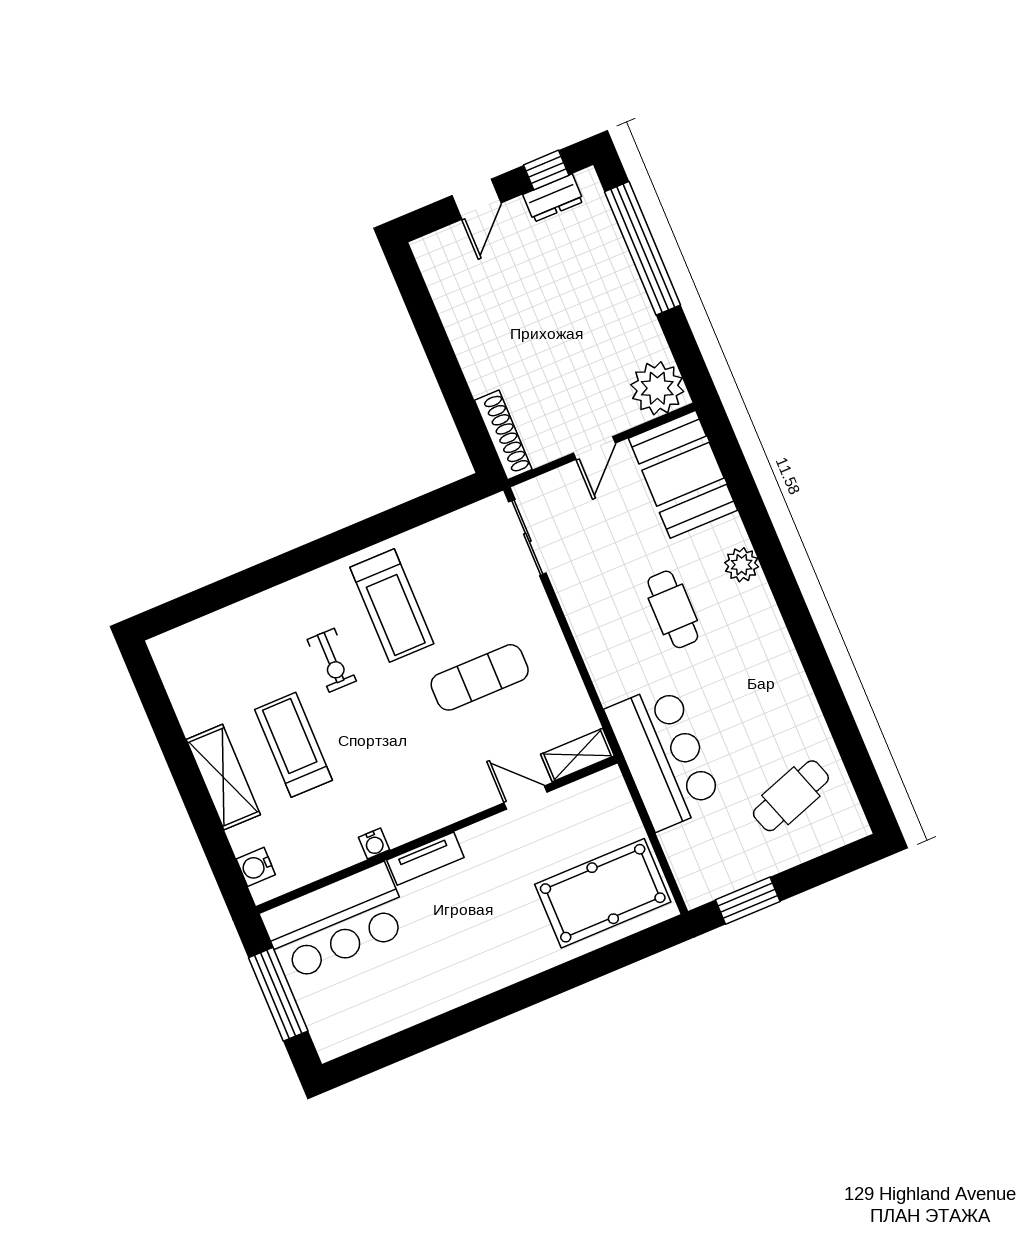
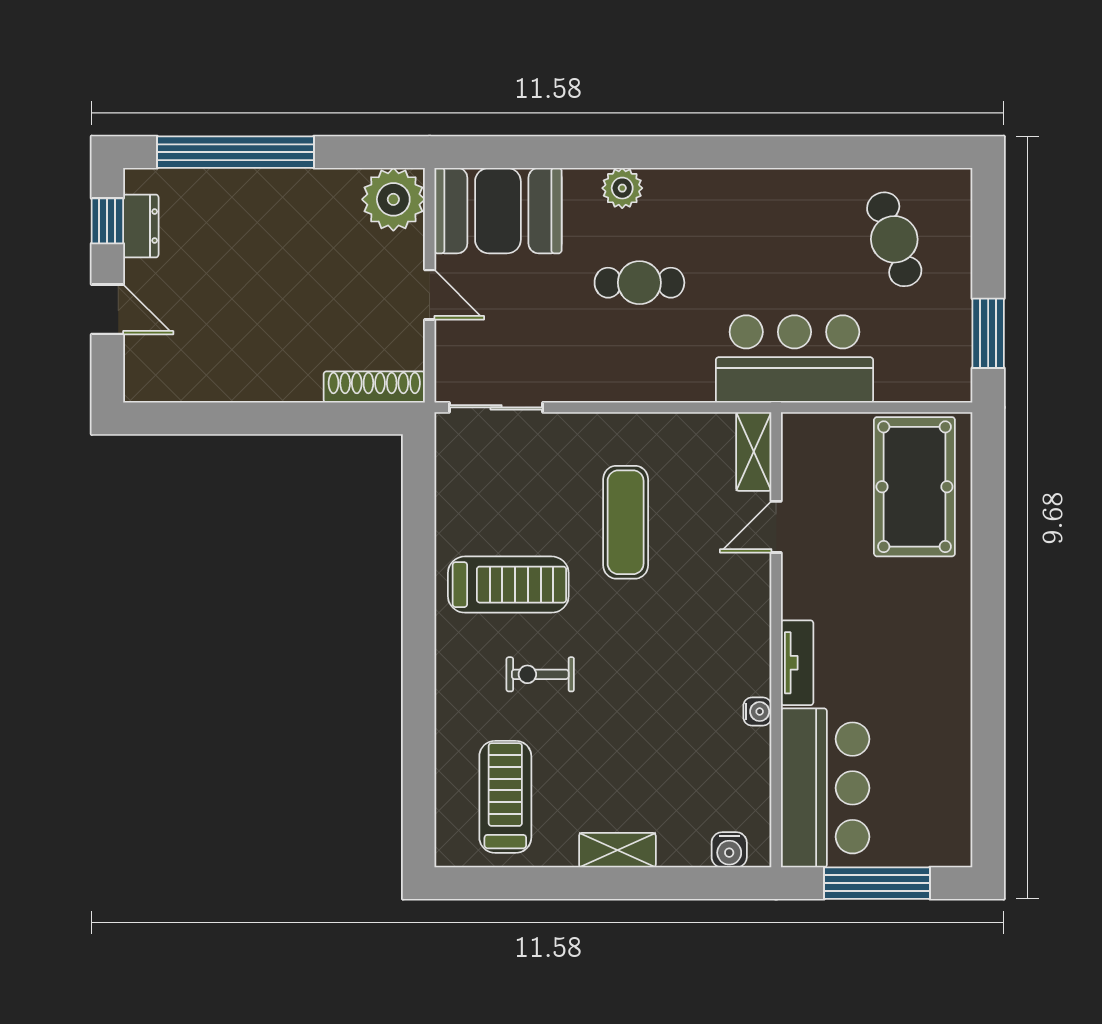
exercise bike: (332, 660) -> (540, 674), turned 180
treadmill: (293, 745) -> (505, 797), moved, turned 90
shelving: (223, 777) -> (617, 850), width x0.67, depth x0.75

